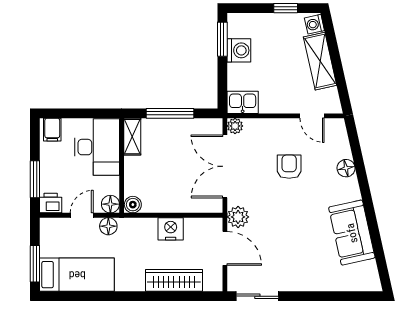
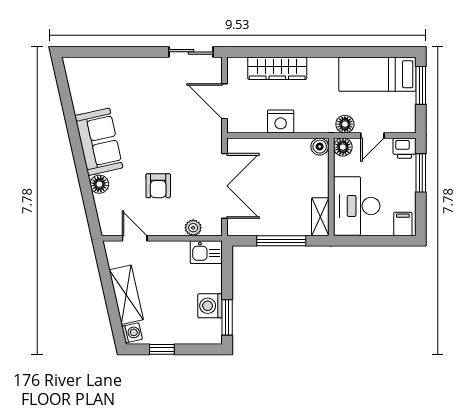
plant: (235, 126) -> (193, 228), moved
plant: (238, 217) -> (211, 134), removed
sofa: (352, 233) -> (99, 142), moved

